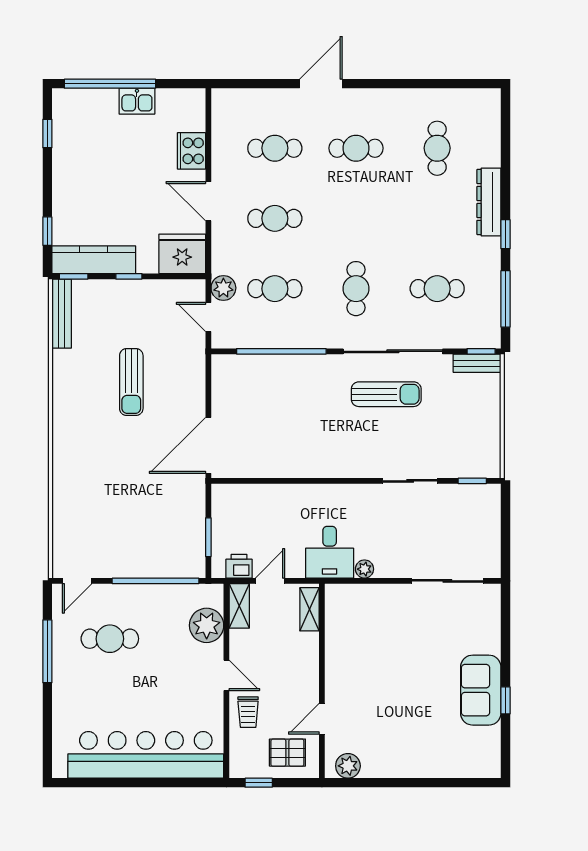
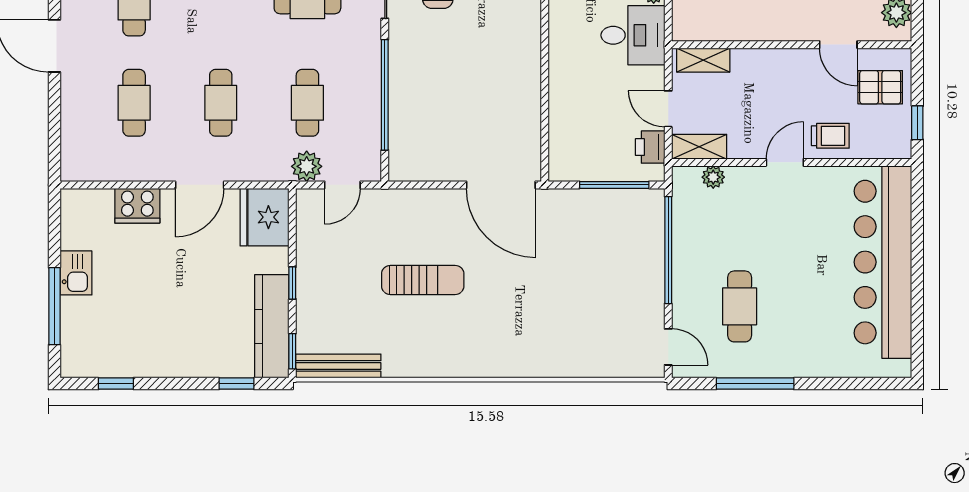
window: (110, 84) -> (54, 306), width x0.68
window: (208, 537) -> (614, 185), width x1.44
plant: (207, 625) -> (713, 177), width x0.53, depth x0.53
pallet: (287, 753) -> (880, 87), turned 90

